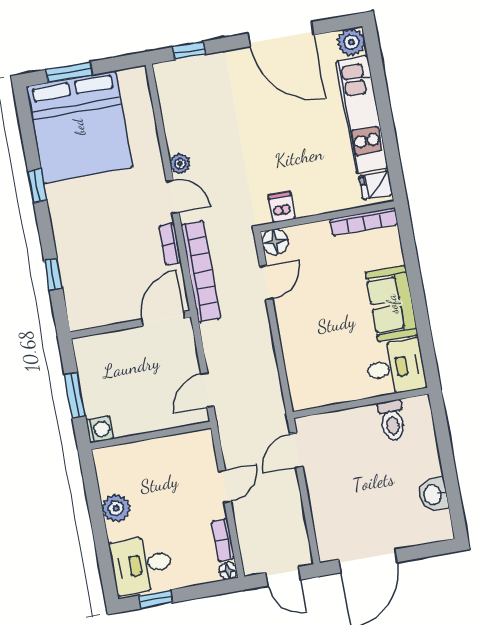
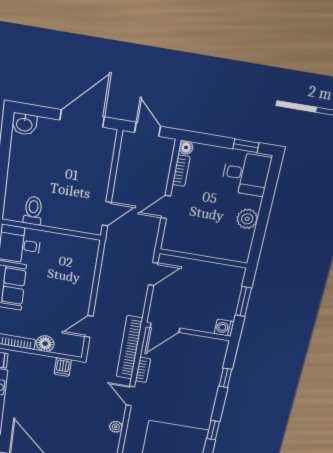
plant: (180, 164) -> (116, 427), moved
floor lamp: (275, 242) -> (45, 344), moved
washing machine: (100, 429) -> (224, 328), moved
washbasin: (433, 495) -> (24, 124), moved, turned 90

